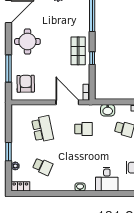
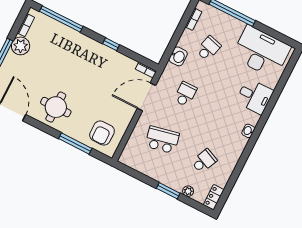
shop shelf: (78, 51) -> (95, 56), removed
armchair: (26, 84) -> (102, 133), turned -89

